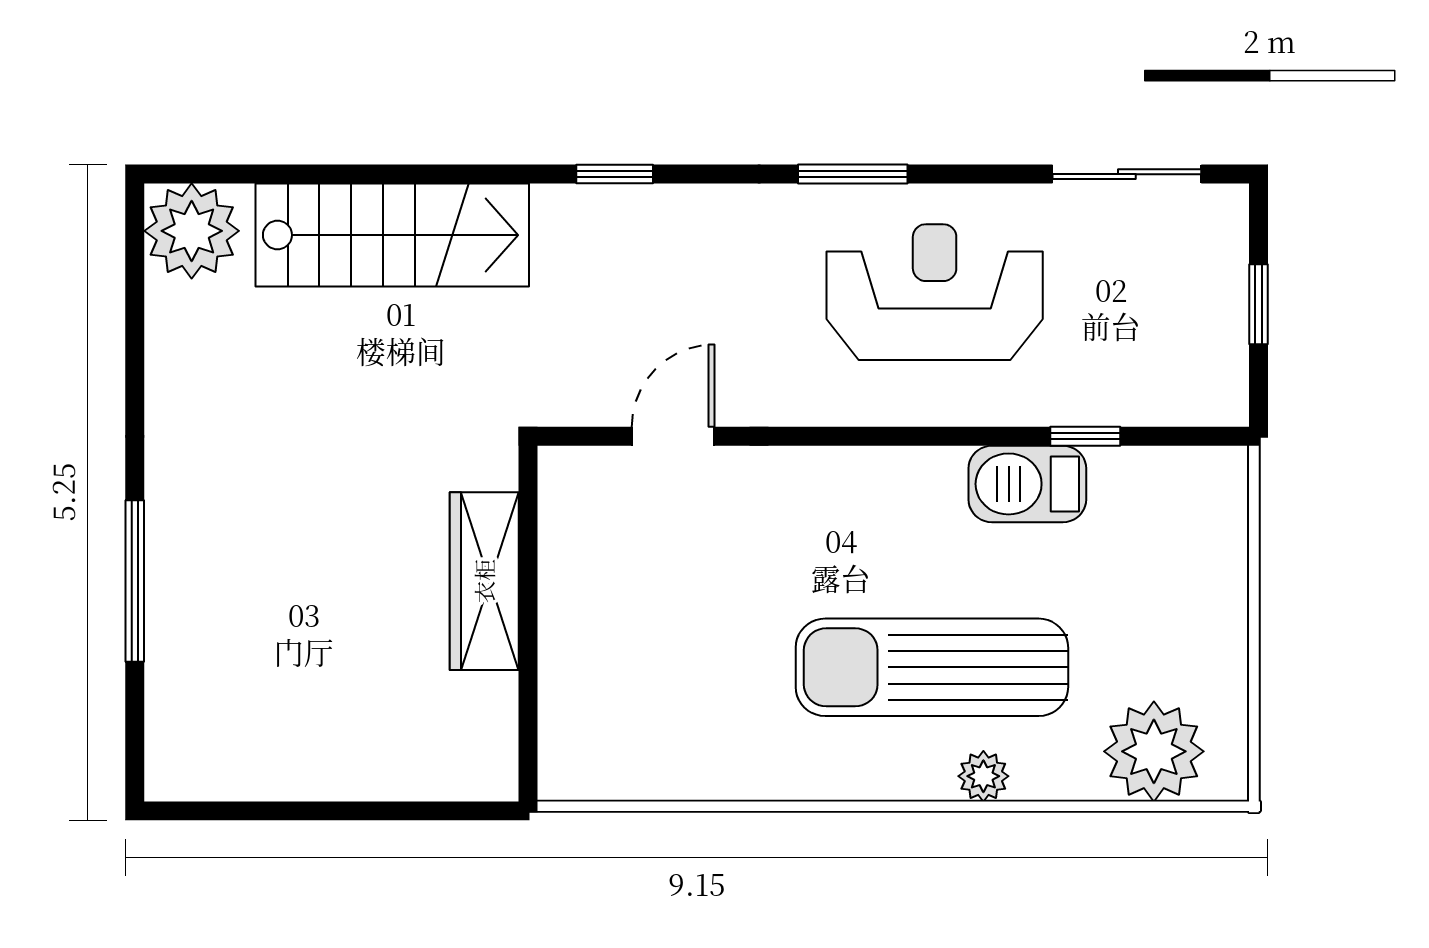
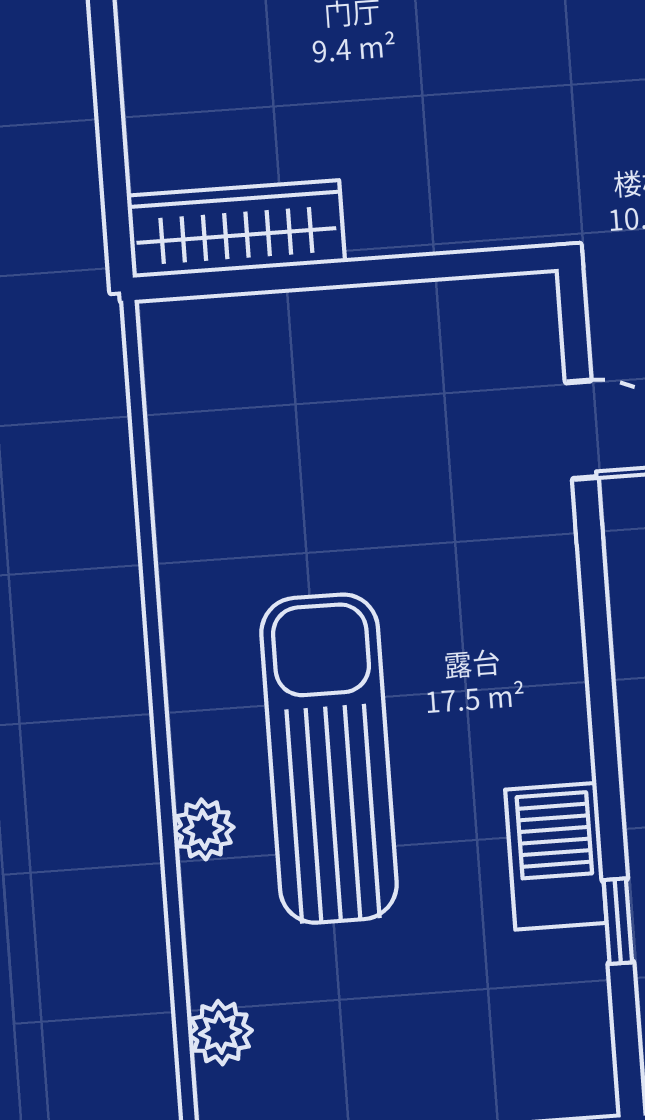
wardrobe: (484, 581) -> (236, 229), moved
plant: (1154, 751) -> (220, 1033), width x0.53, depth x0.53

